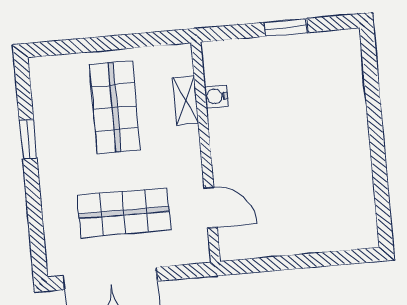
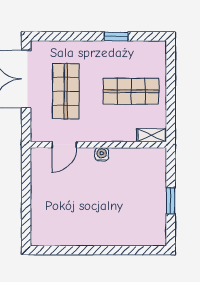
water cooler: (216, 96) -> (102, 154), moved
shelving: (186, 100) -> (152, 135), moved

